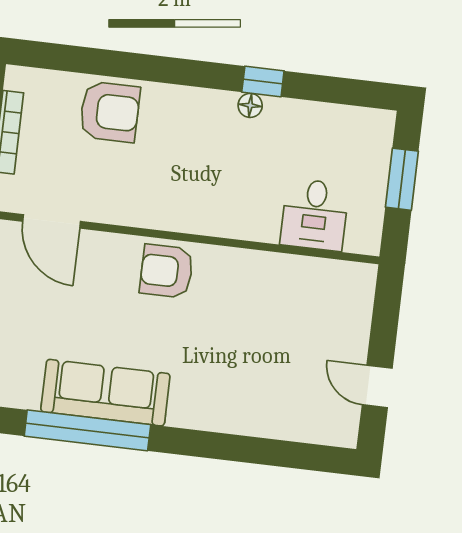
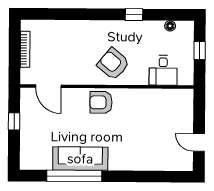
floor lamp: (250, 105) -> (170, 26), moved
armchair: (110, 112) -> (113, 64), moved, turned -140
window: (402, 179) -> (200, 51), width x0.67

